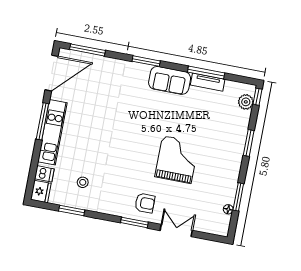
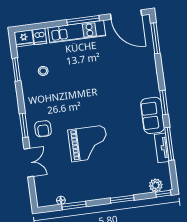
window: (146, 61) -> (164, 103), moved

